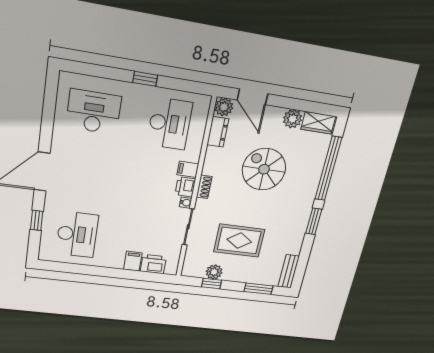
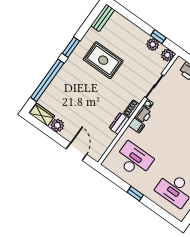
plant: (224, 107) -> (167, 55), moved
desk: (170, 124) -> (134, 160), turned 90
dresser: (218, 132) -> (119, 123), moved
spiral stairs: (264, 169) -> (89, 101), removed
rug: (239, 241) -> (103, 60), moved
window: (259, 289) -> (129, 15), removed

